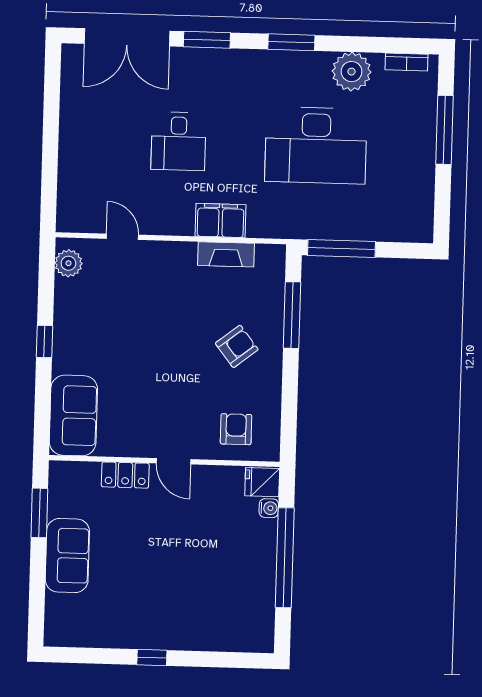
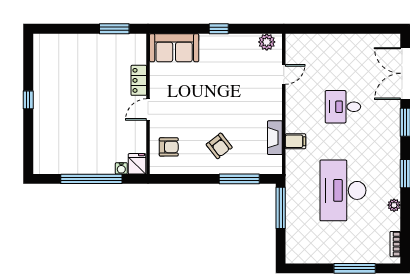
plant: (352, 72) -> (394, 205), width x0.53, depth x0.53
filing cabinet: (220, 220) -> (296, 141), width x0.50
sofa: (67, 556) -> (89, 47), removed

